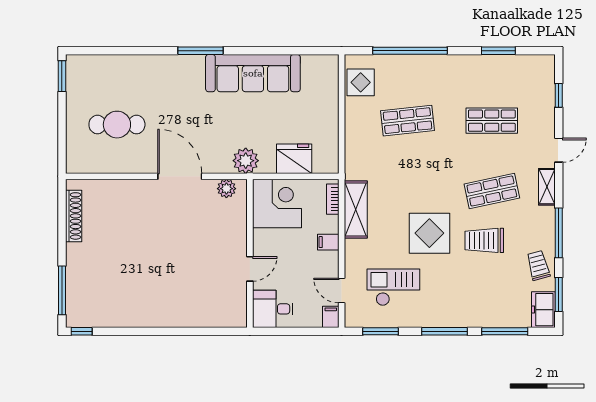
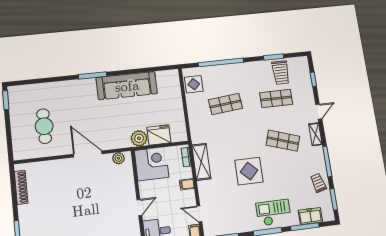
cafe table: (117, 125) -> (44, 126), turned 90
plant: (246, 161) -> (139, 138), moved
shop shelf: (492, 191) -> (283, 141), turned 30
trolley: (484, 240) -> (281, 73), moved, turned -90
checkout: (393, 287) -> (274, 213), moved
freezer: (543, 310) -> (310, 216), moved, turned 90

